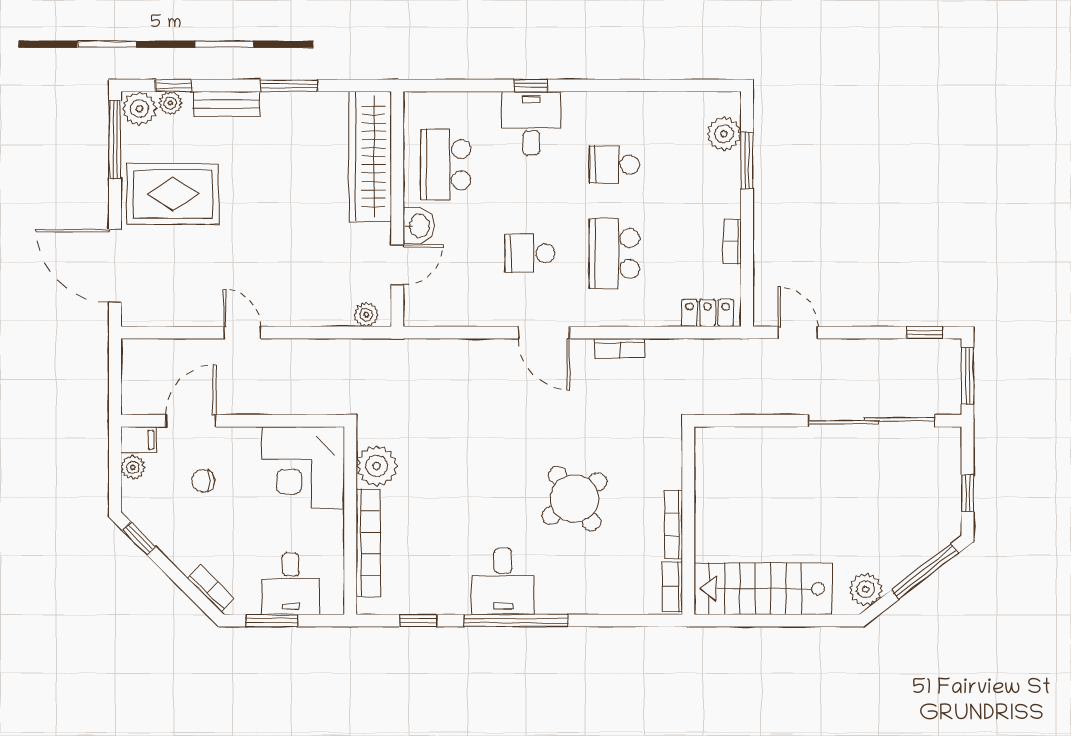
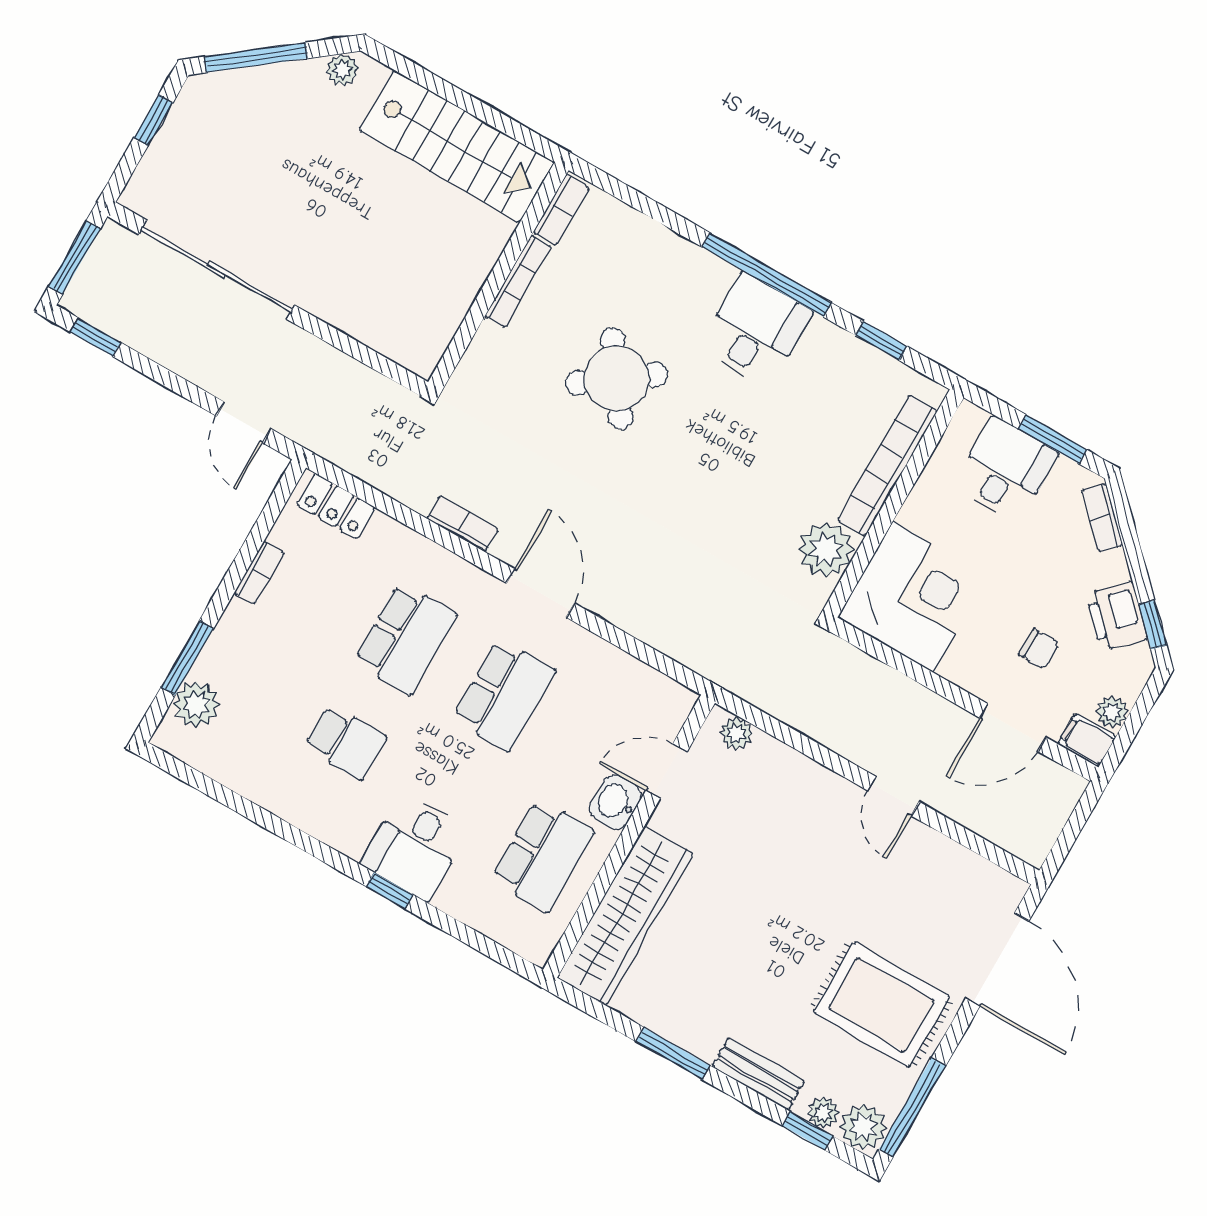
school desk: (530, 253) -> (504, 695), width x1.85
printer: (165, 531) -> (1117, 616), added
plant: (866, 589) -> (342, 70), width x0.73, depth x0.73

